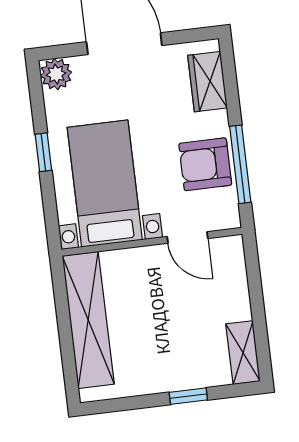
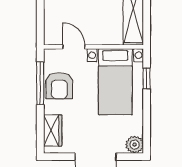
window: (43, 152) -> (147, 78), moved
armchair: (205, 164) -> (59, 86), turned 90

